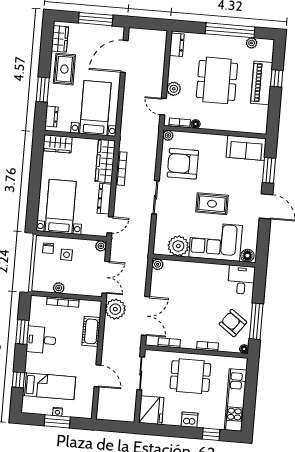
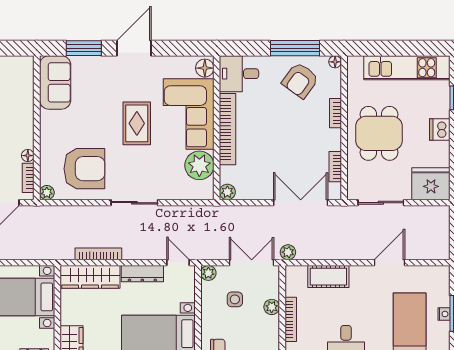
armchair: (183, 164) -> (84, 169), turned -90
side table: (67, 255) -> (235, 299), moved
bookcase: (203, 268) -> (228, 129), added
plant: (59, 288) -> (272, 307), moved
plant: (115, 309) -> (288, 252), width x0.53, depth x0.53

